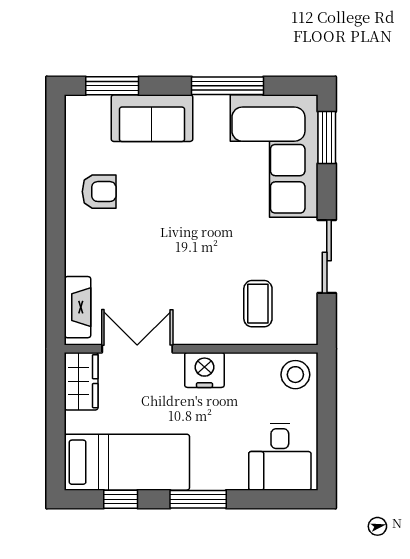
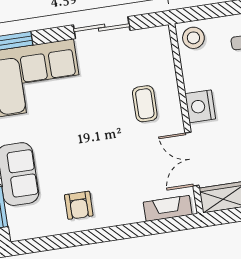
armchair: (99, 192) -> (79, 205), turned 180
coffee table: (258, 304) -> (145, 104), moved, turned 90

